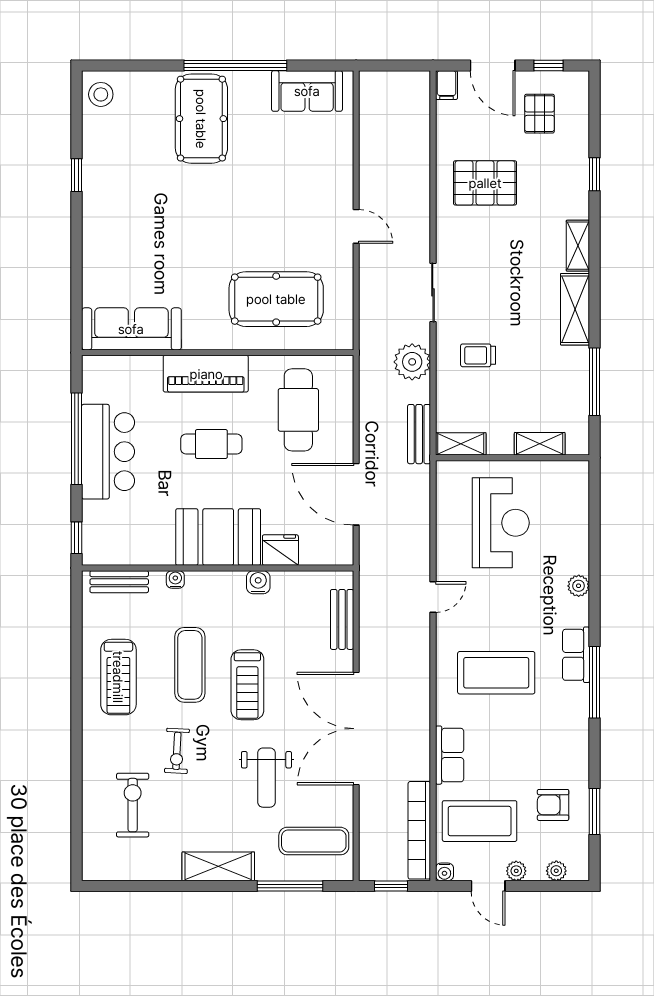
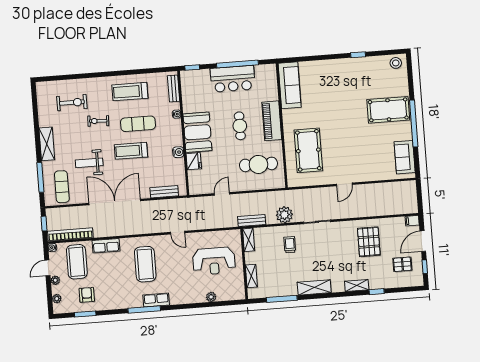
shelving: (578, 246) -> (357, 285), moved
door: (356, 494) -> (222, 194), width x0.53
plant: (579, 586) -> (211, 297), moved

